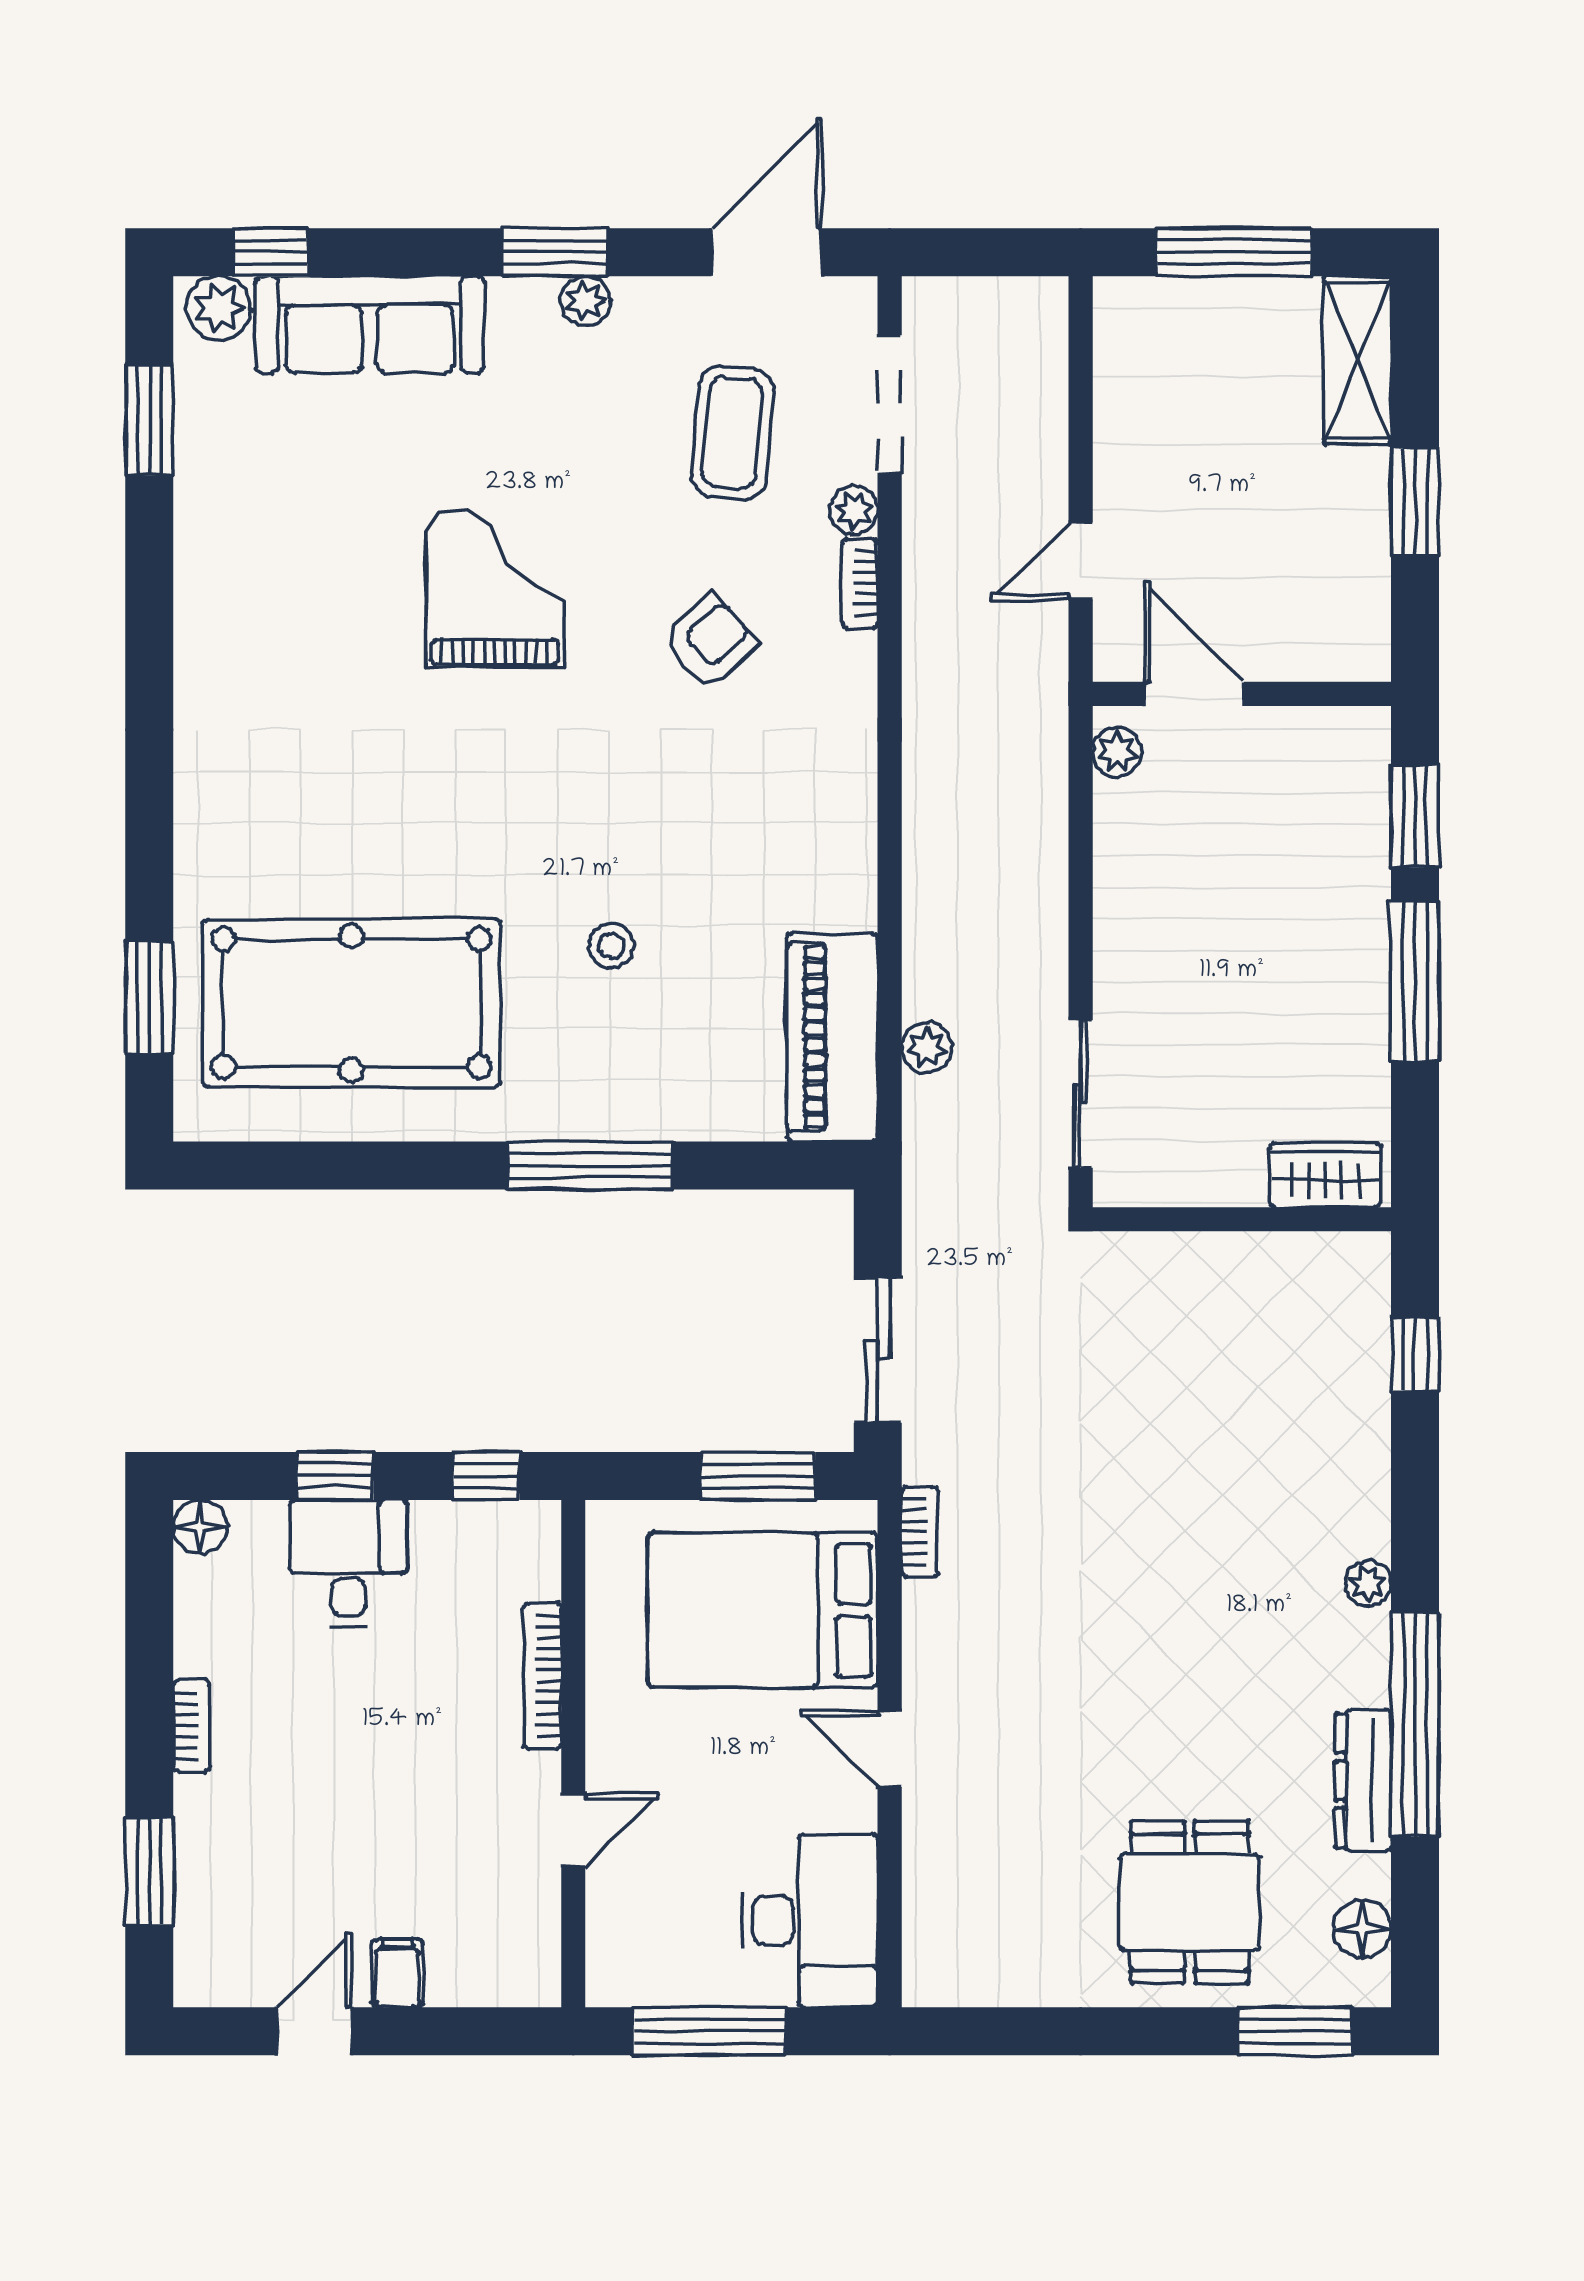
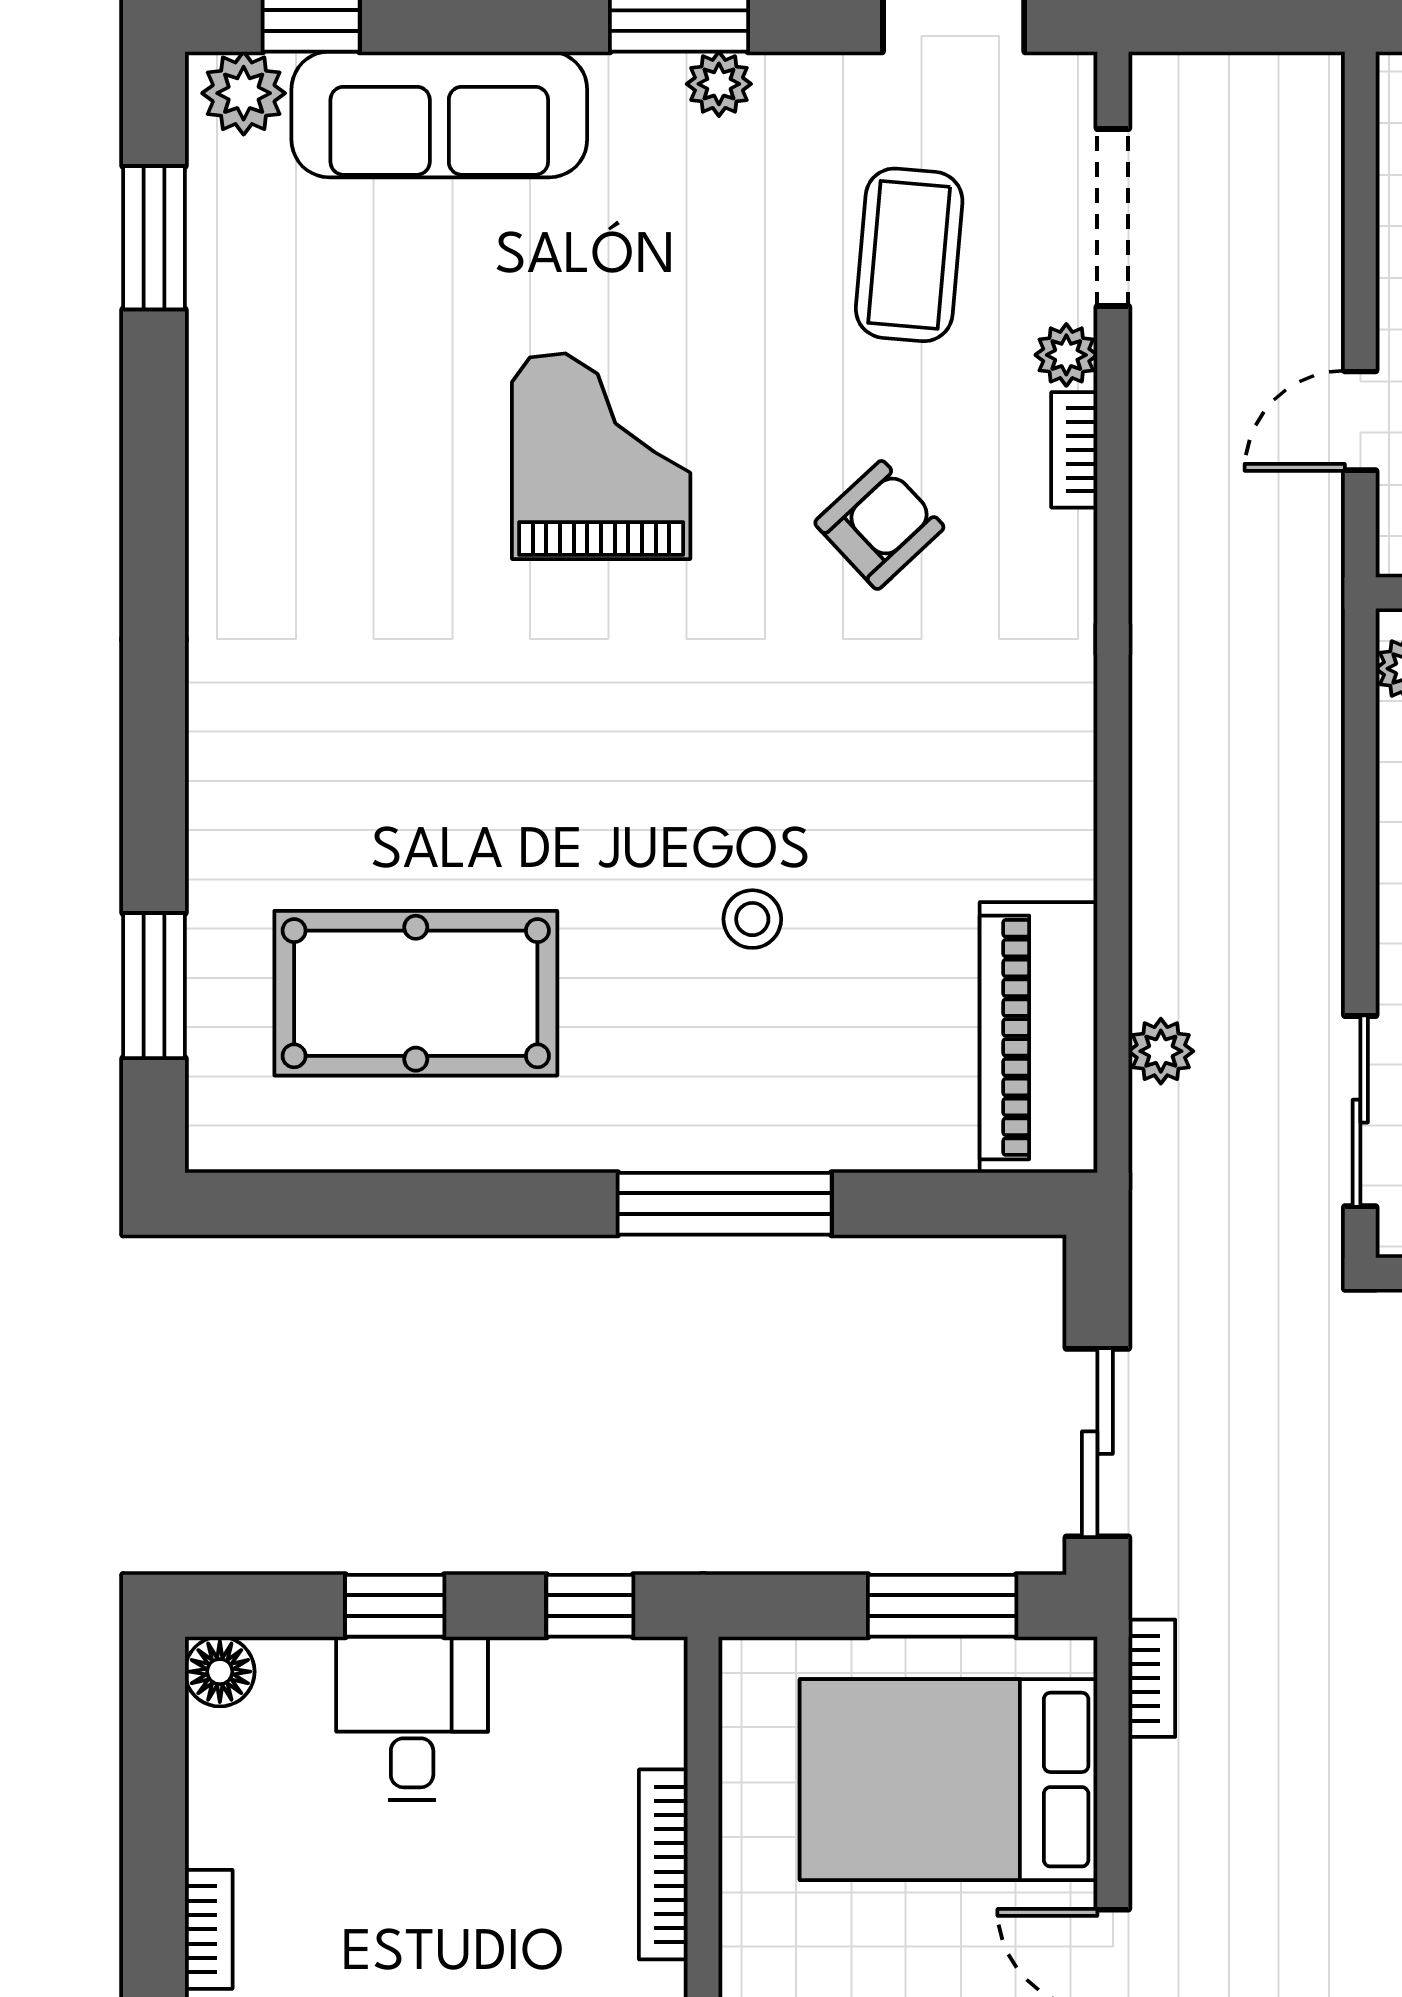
pool table: (351, 1003) -> (416, 993), width x0.73, depth x0.76

